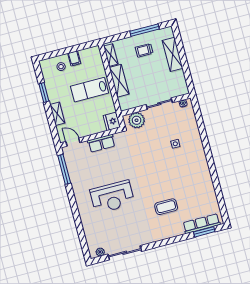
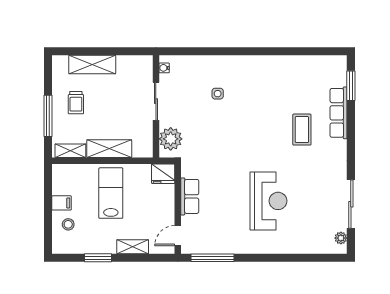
window: (144, 30) -> (48, 116), moved
lab bench: (90, 90) -> (111, 193), turned 180
row of seats: (202, 224) -> (339, 113), moved

